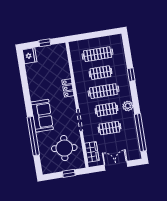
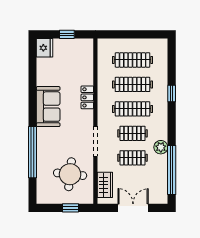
clothes rail: (100, 73) -> (133, 84), width x1.36
plant: (128, 106) -> (161, 147), moved
sofa: (42, 116) -> (48, 107), moved

